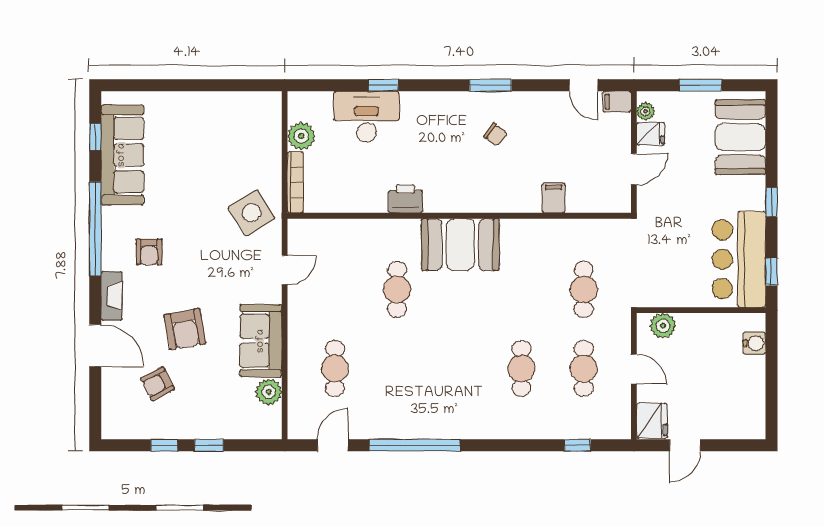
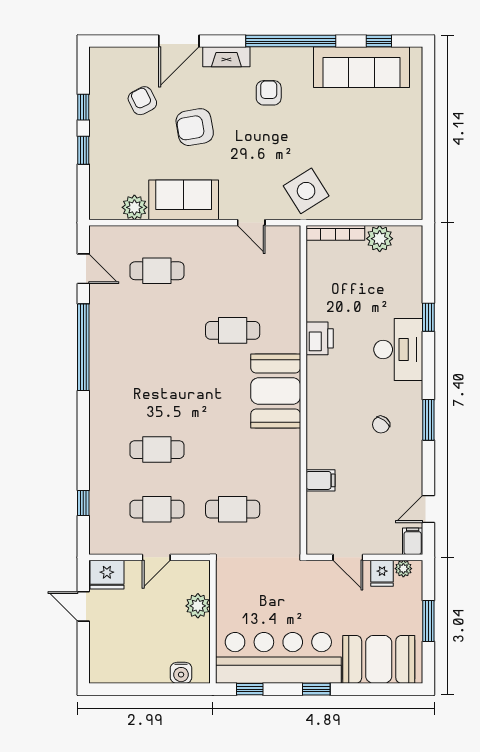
desk: (366, 117) -> (398, 350), moved
armchair: (149, 252) -> (269, 93), turned 90
bar counter: (739, 259) -> (278, 658), width x1.36
plant: (663, 326) -> (198, 606), moved

